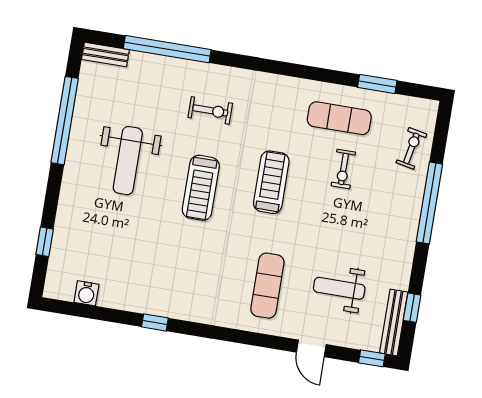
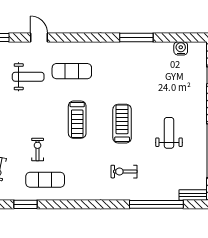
weight bench: (128, 161) -> (169, 133), width x0.73, depth x0.75
treadmill: (271, 182) -> (77, 120), moved
exercise mat: (267, 286) -> (72, 71), turned 90
window: (155, 322) -> (136, 38), width x2.17

